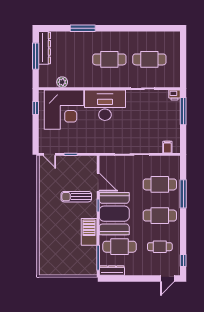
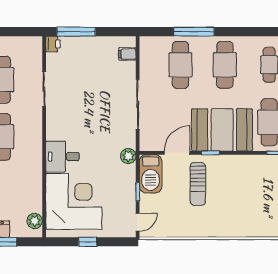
plant: (62, 82) -> (35, 221), moved
desk: (105, 105) -> (63, 157), width x0.53, depth x0.77
window: (36, 108) -> (88, 242), moved
plant: (96, 148) -> (128, 156), added
barbecue: (89, 232) -> (151, 174), moved, turned -90

